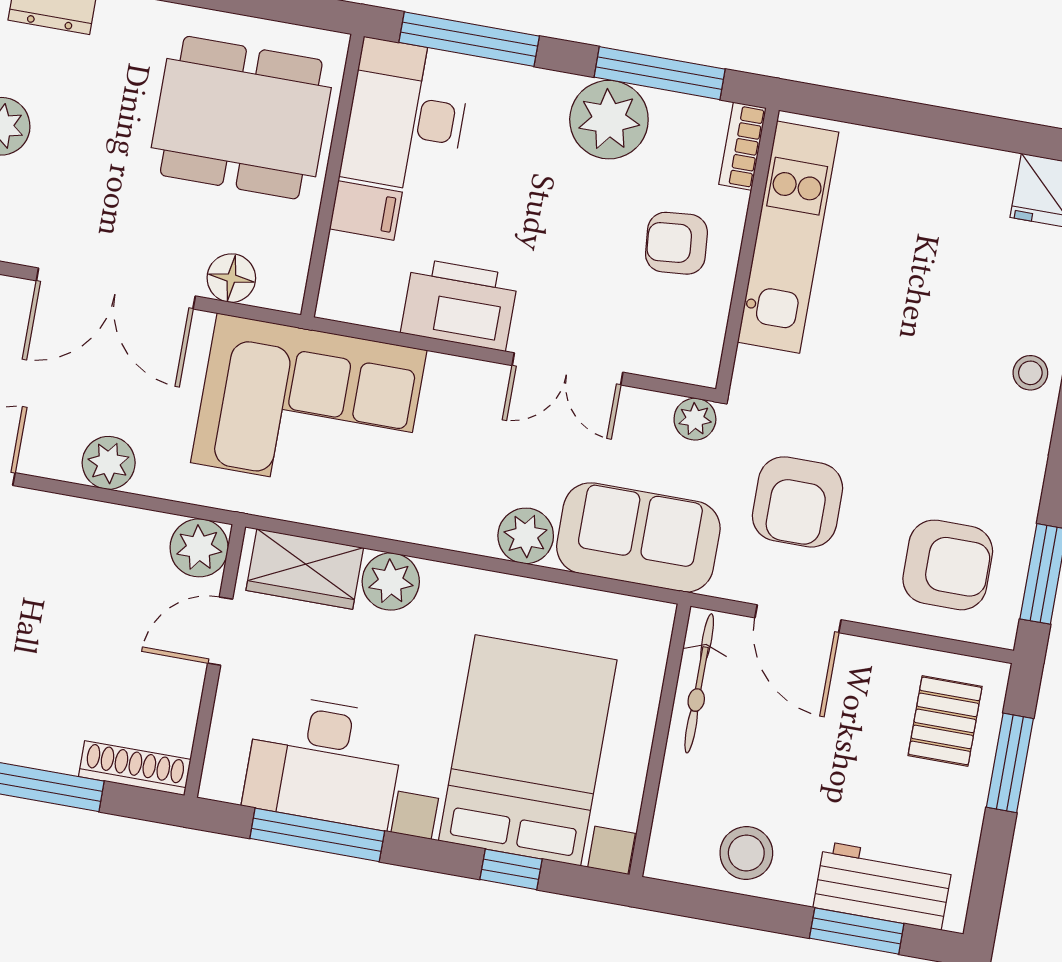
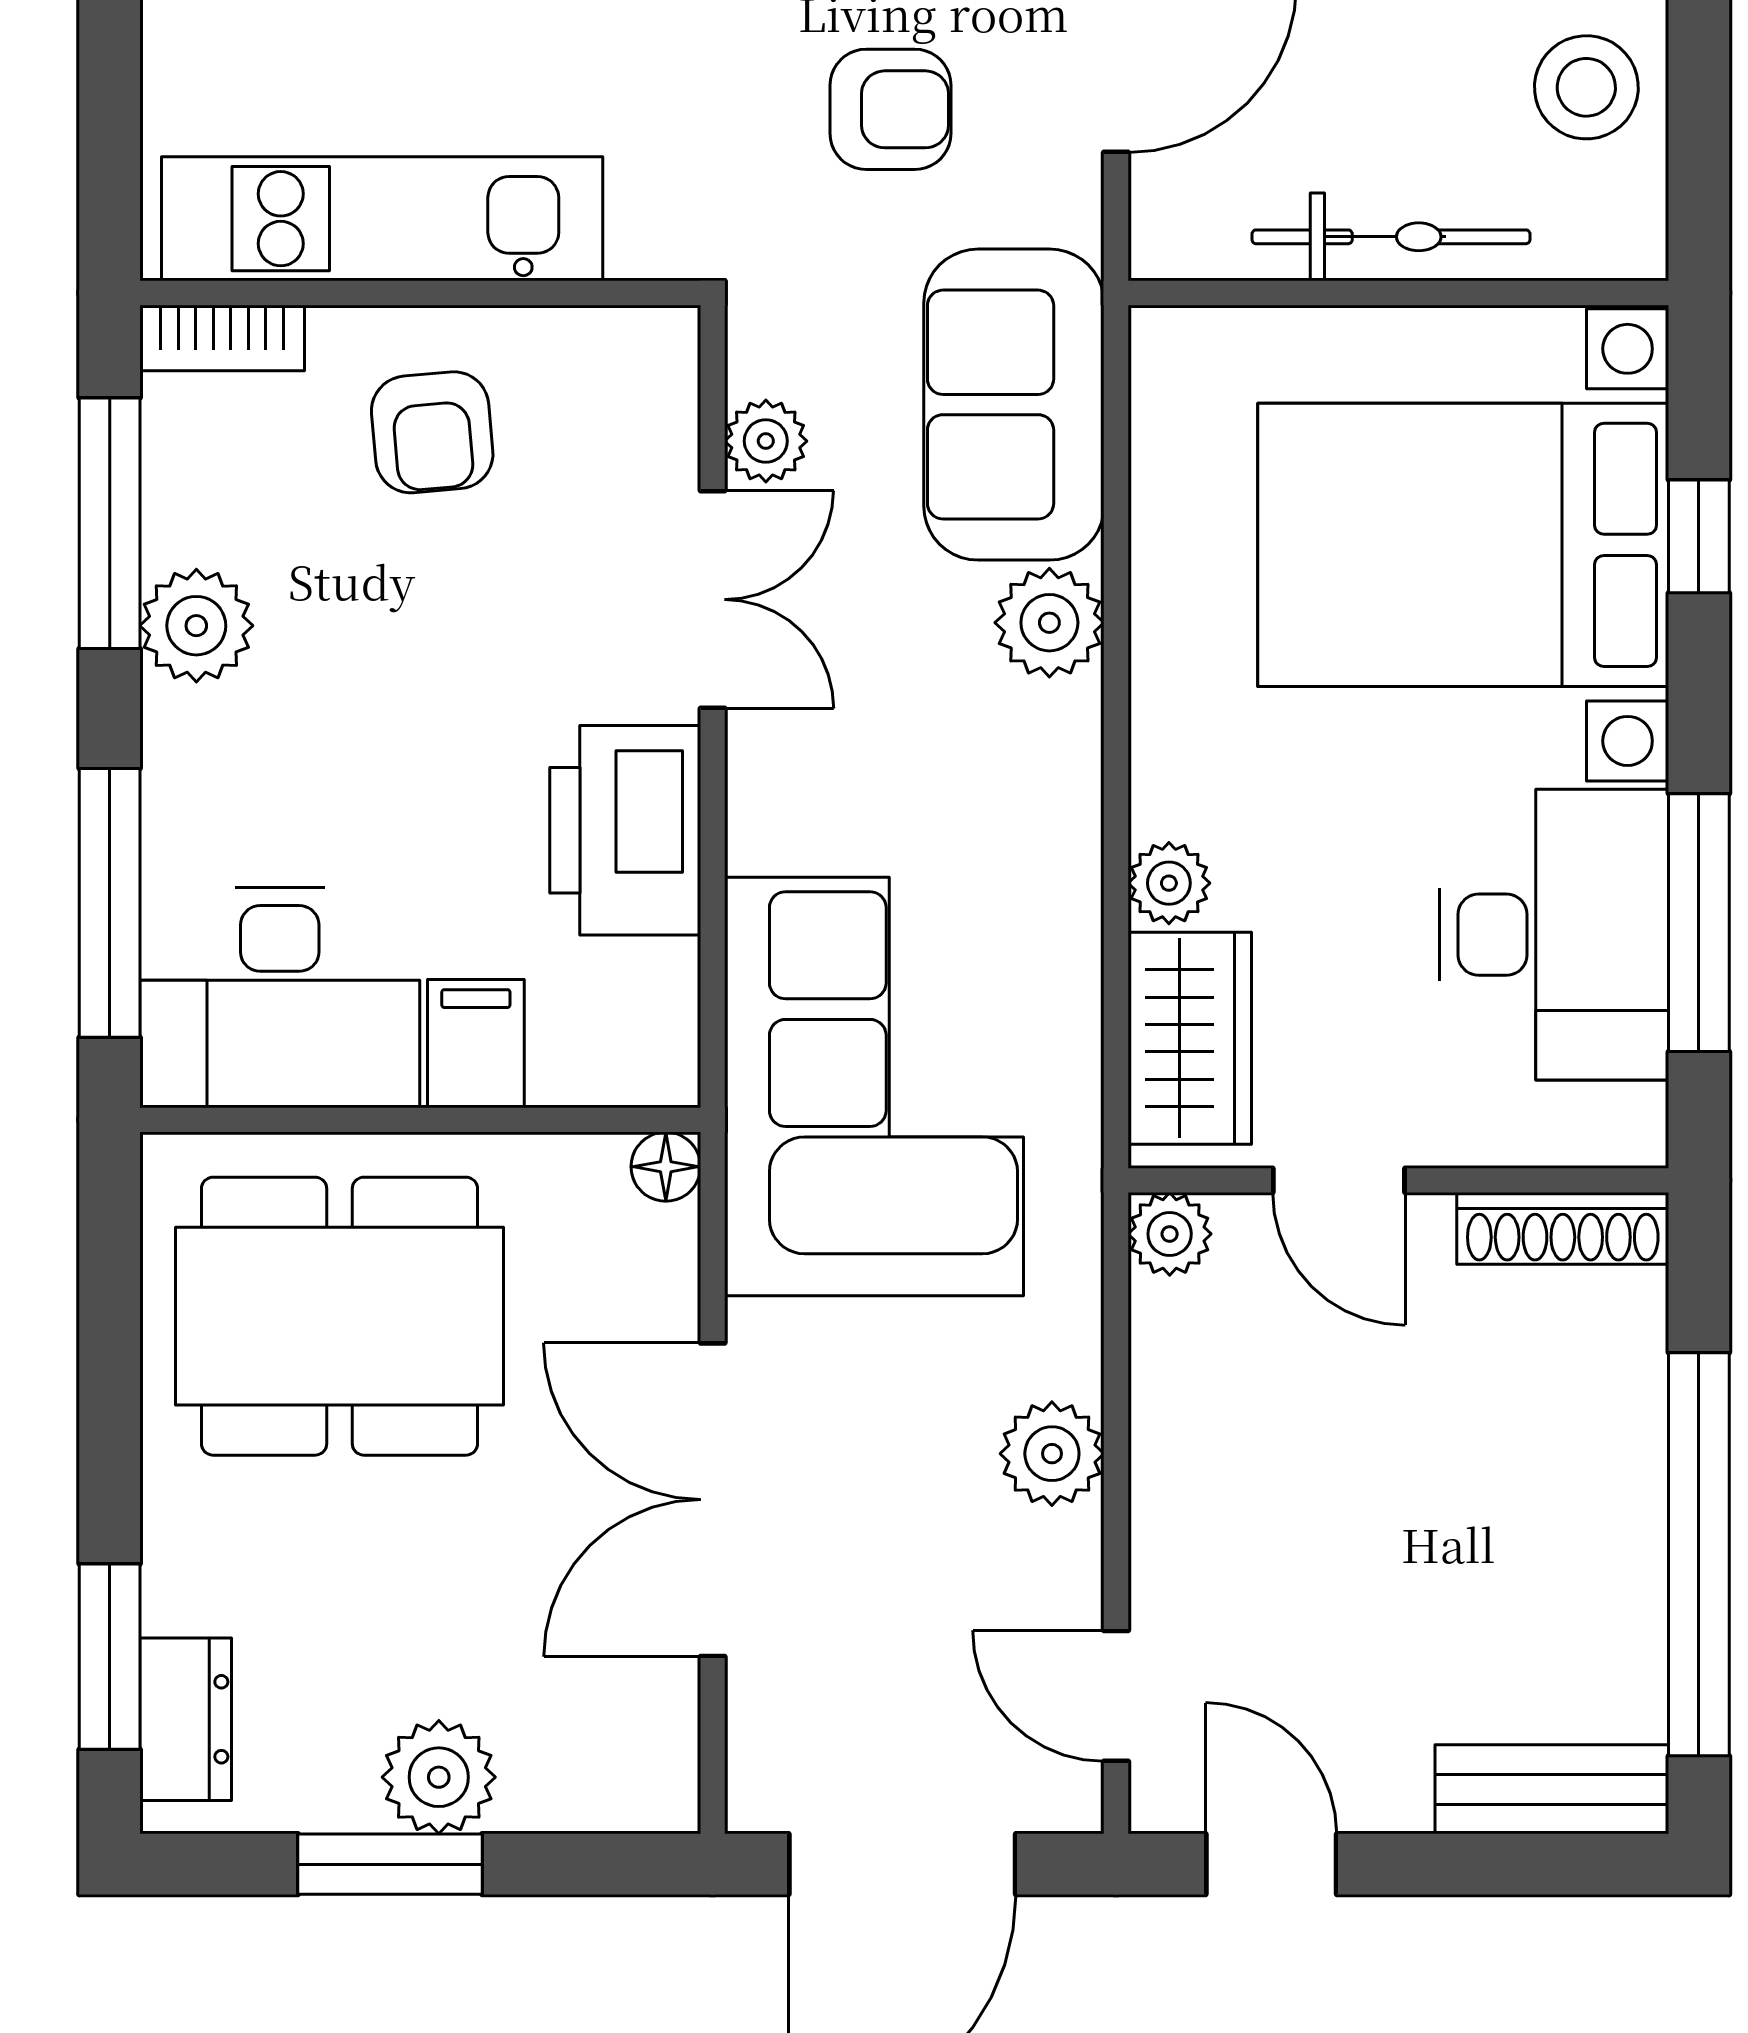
dining table: (241, 118) -> (339, 1316), turned 90
plant: (609, 120) -> (196, 626), width x0.73, depth x0.73
floor lamp: (231, 278) -> (666, 1167), moved, width x0.73, depth x0.73
double door: (116, 288) -> (713, 1500), swing flipped
plant: (695, 419) -> (766, 441), moved
armchair: (797, 502) -> (891, 109), width x0.72, depth x0.72
plant: (199, 548) -> (1170, 1234), width x0.73, depth x0.73
plant: (391, 582) -> (1169, 883), width x0.73, depth x0.73
bicycle: (699, 683) -> (1391, 237), moved
shoe rack: (135, 768) -> (1563, 1228), moved, turned -90

